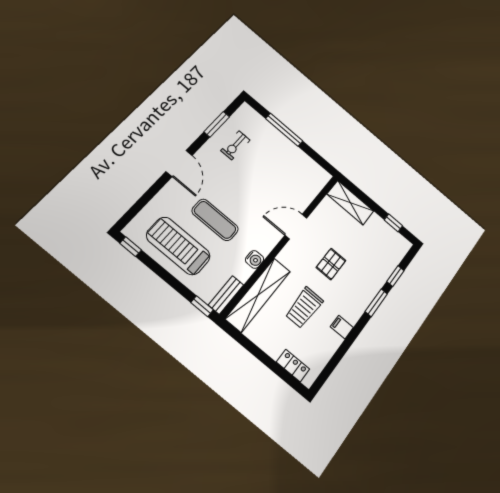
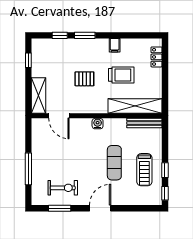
exercise bike: (235, 145) -> (63, 188), width x1.38, depth x1.39
door: (296, 227) -> (59, 116), moved
treadmill: (178, 246) -> (144, 170), width x0.73, depth x0.73
water cooler: (255, 259) -> (98, 124), moved
bench: (226, 295) -> (144, 123), width x1.36
window: (202, 306) -> (165, 170), moved

